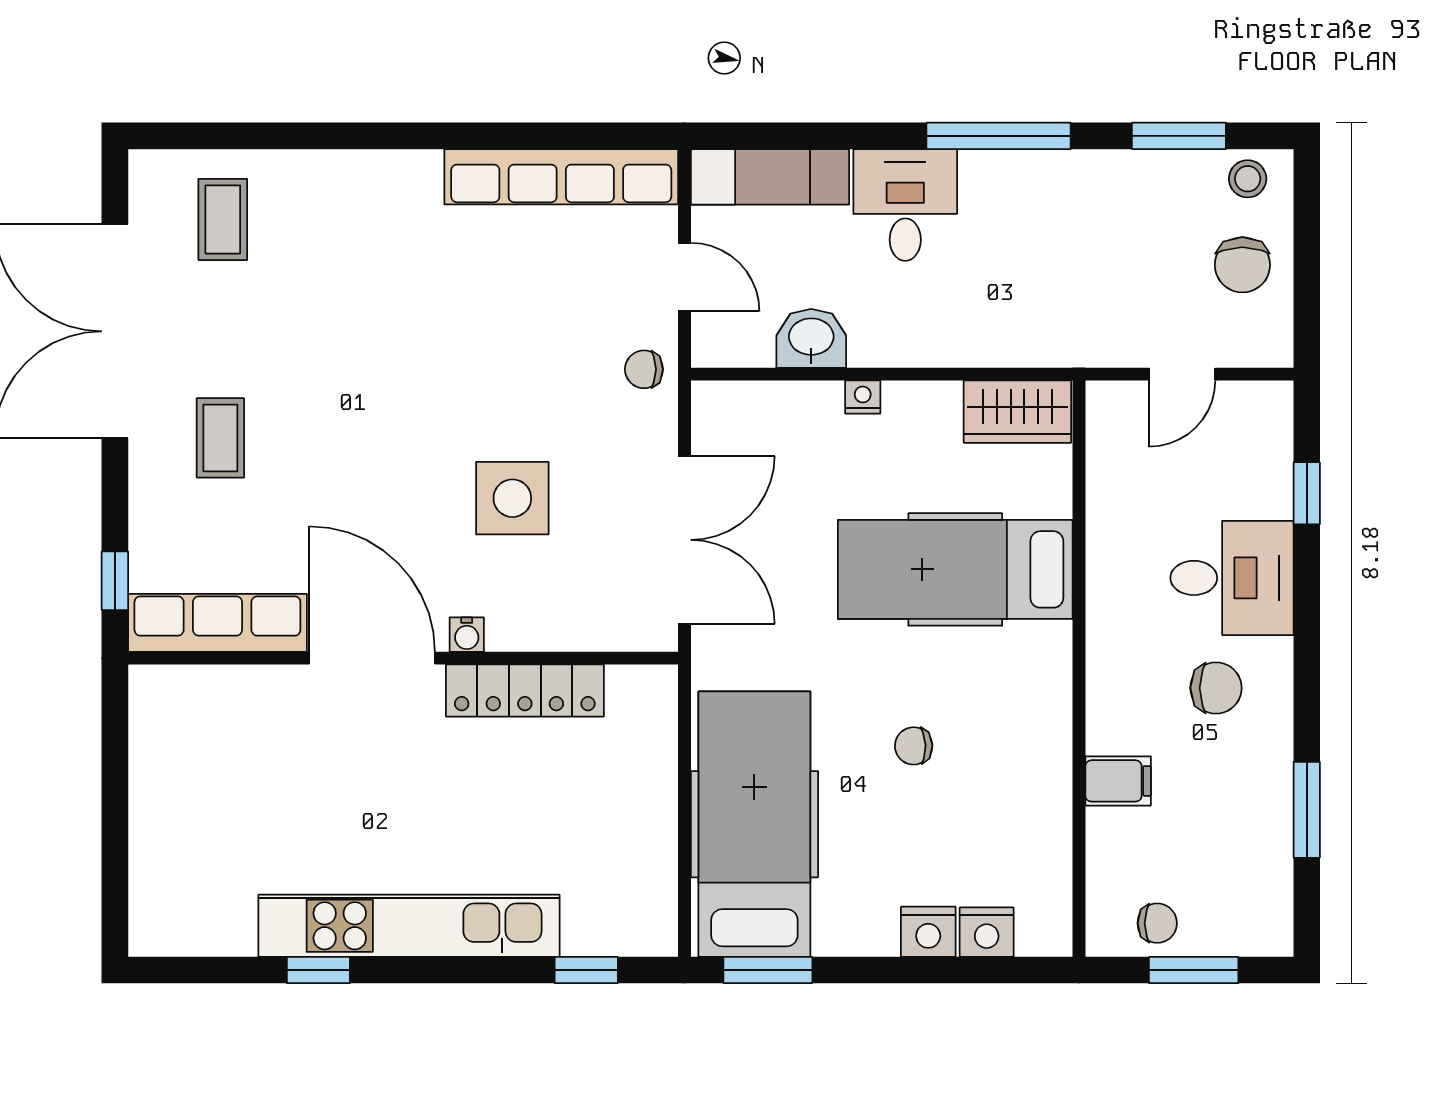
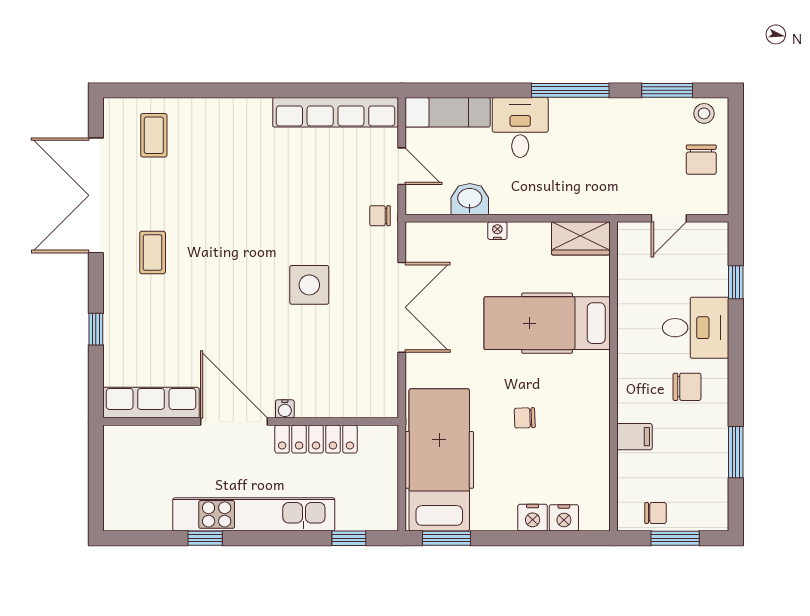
row of seats: (217, 623) -> (151, 403), moved
water cooler: (467, 635) -> (285, 409), moved
door: (372, 658) -> (234, 422), moved
wall: (403, 658) -> (251, 422), moved
locker: (525, 691) -> (316, 439), moved

